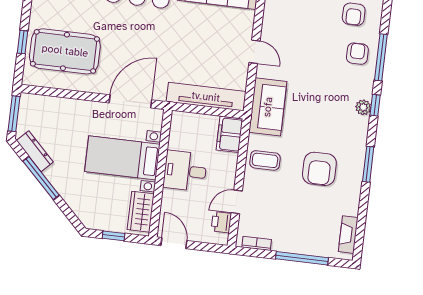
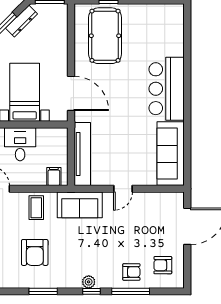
filing cabinet: (229, 134) -> (54, 177), width x0.50
armchair: (319, 169) -> (35, 252), turned -90

